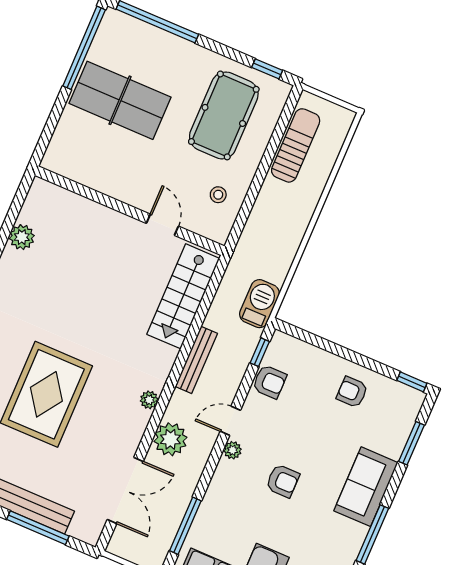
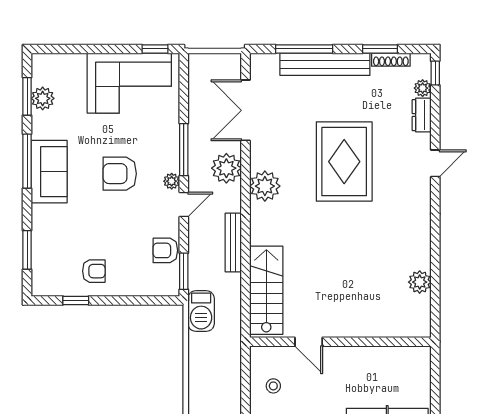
window: (260, 352) -> (184, 271), width x1.50
window: (412, 382) -> (76, 300), moved
plant: (149, 400) -> (265, 186), width x1.88, depth x1.88
armchair: (283, 481) -> (120, 174), width x1.38, depth x1.38
sofa: (366, 487) -> (49, 172), moved
window: (185, 526) -> (184, 150), moved

